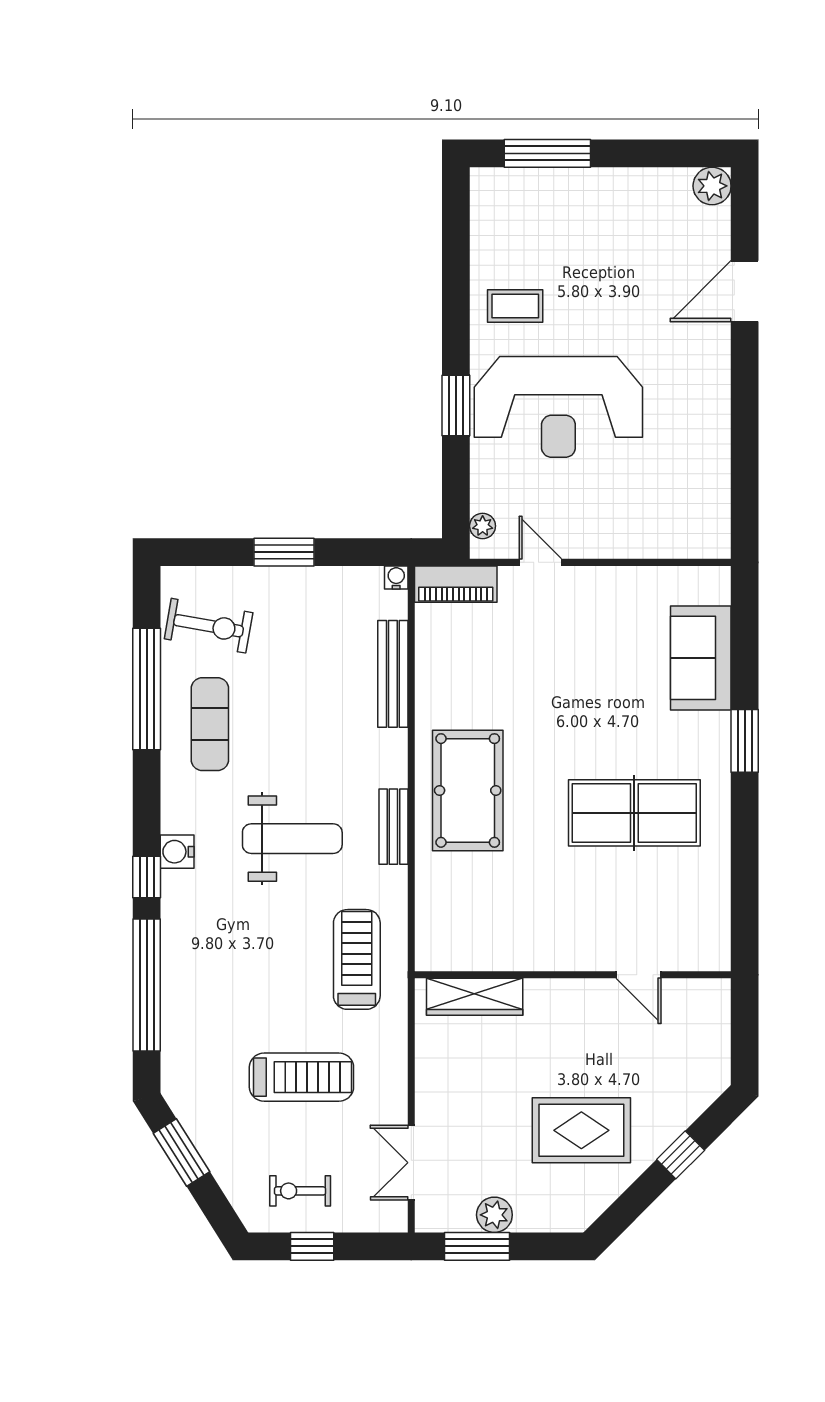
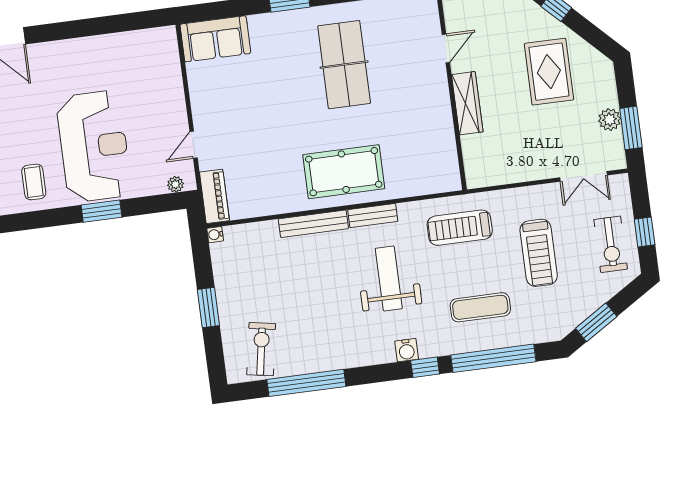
sofa: (701, 658) -> (215, 39), moved
bench: (393, 674) -> (313, 224), moved
exercise mat: (210, 724) -> (480, 307), moved
wardrobe: (475, 997) -> (467, 103), moved
treadmill: (301, 1077) -> (539, 253), turned 180
exercise bike: (300, 1191) -> (611, 244), width x1.38, depth x1.39

